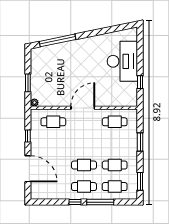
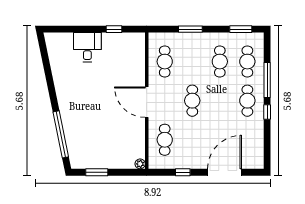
desk: (122, 61) -> (87, 47), width x0.53, depth x0.77
window: (28, 83) -> (97, 172), moved
cafe table: (84, 165) -> (192, 101), moved

